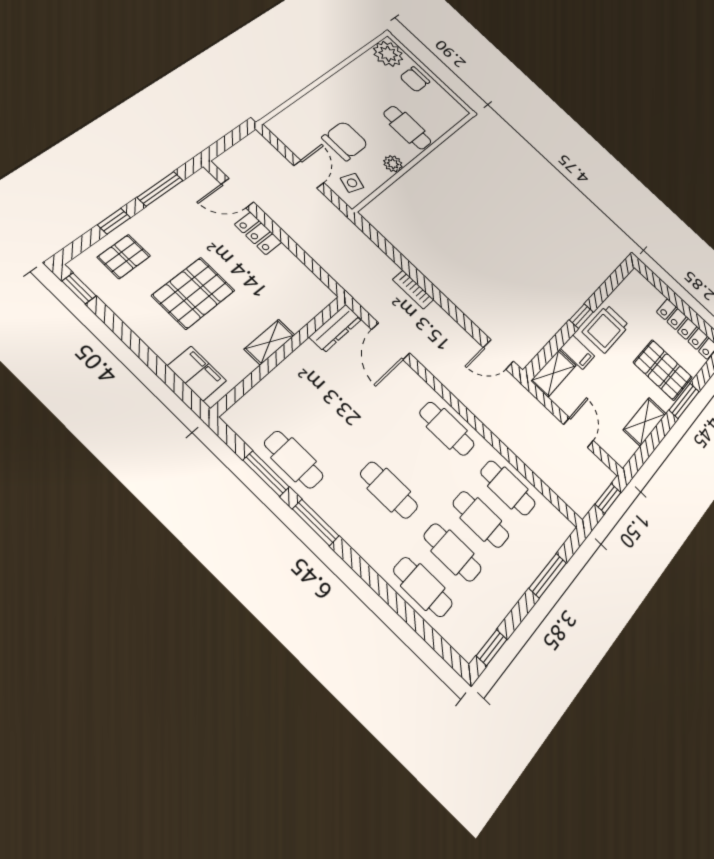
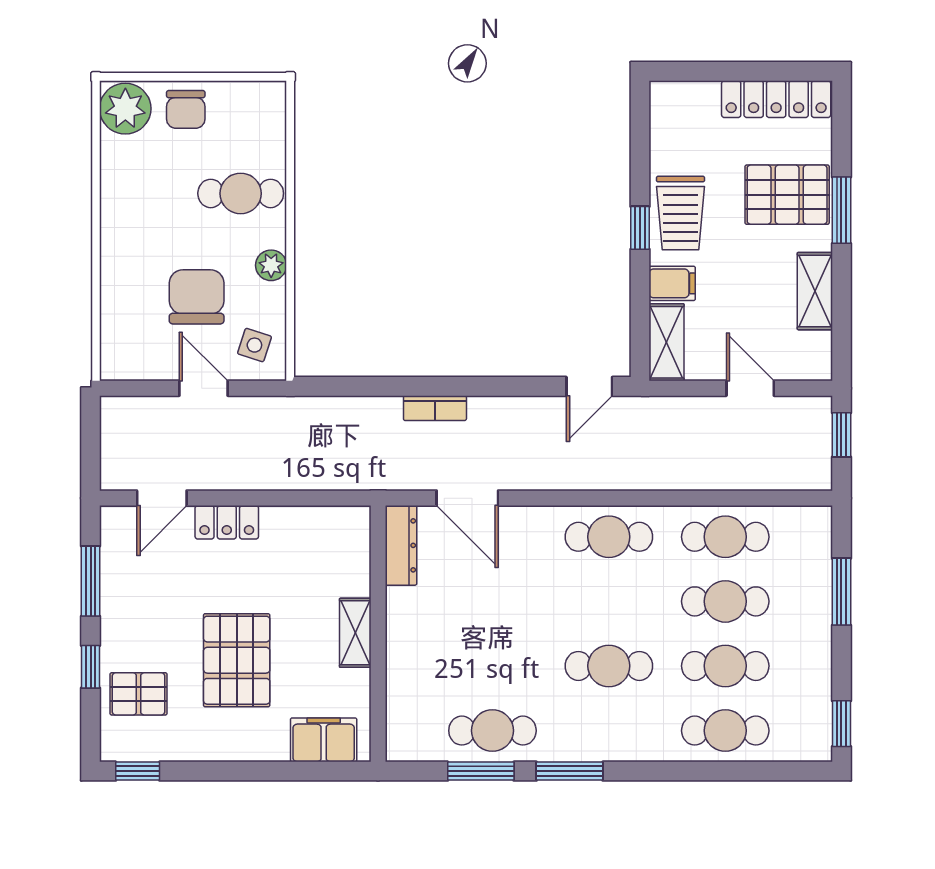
pallet: (124, 257) -> (139, 694), turned 90

